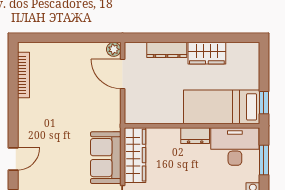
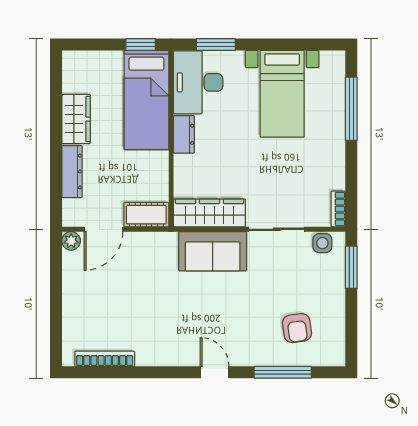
cot: (134, 107) -> (146, 215), added

